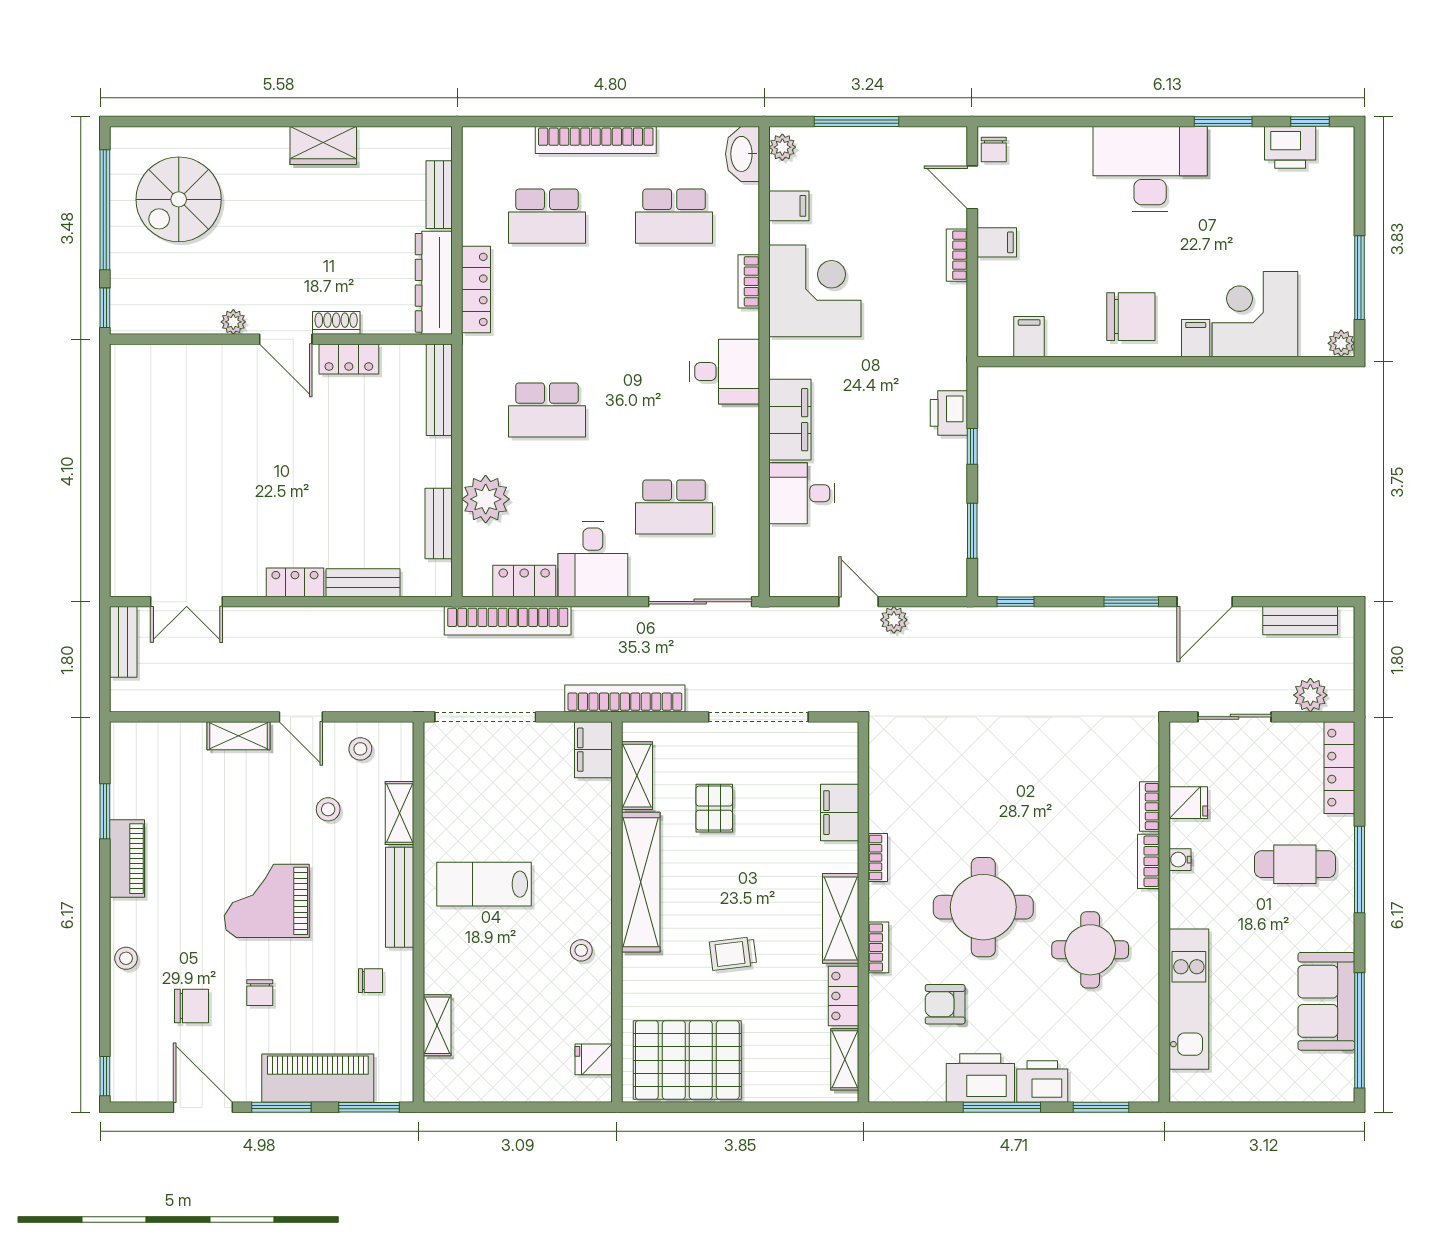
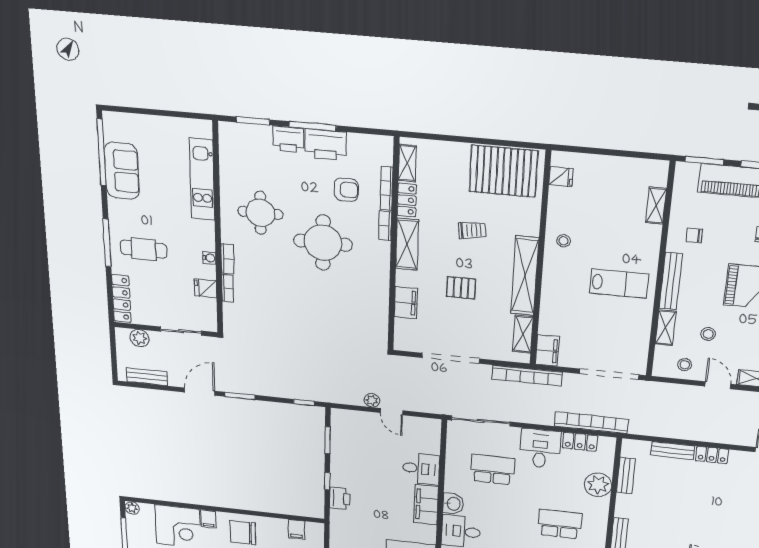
washbasin: (741, 428) -> (453, 504), added
pallet: (714, 808) -> (461, 288), moved, turned 90
bookcase: (878, 858) -> (387, 188), moved, width x1.56

